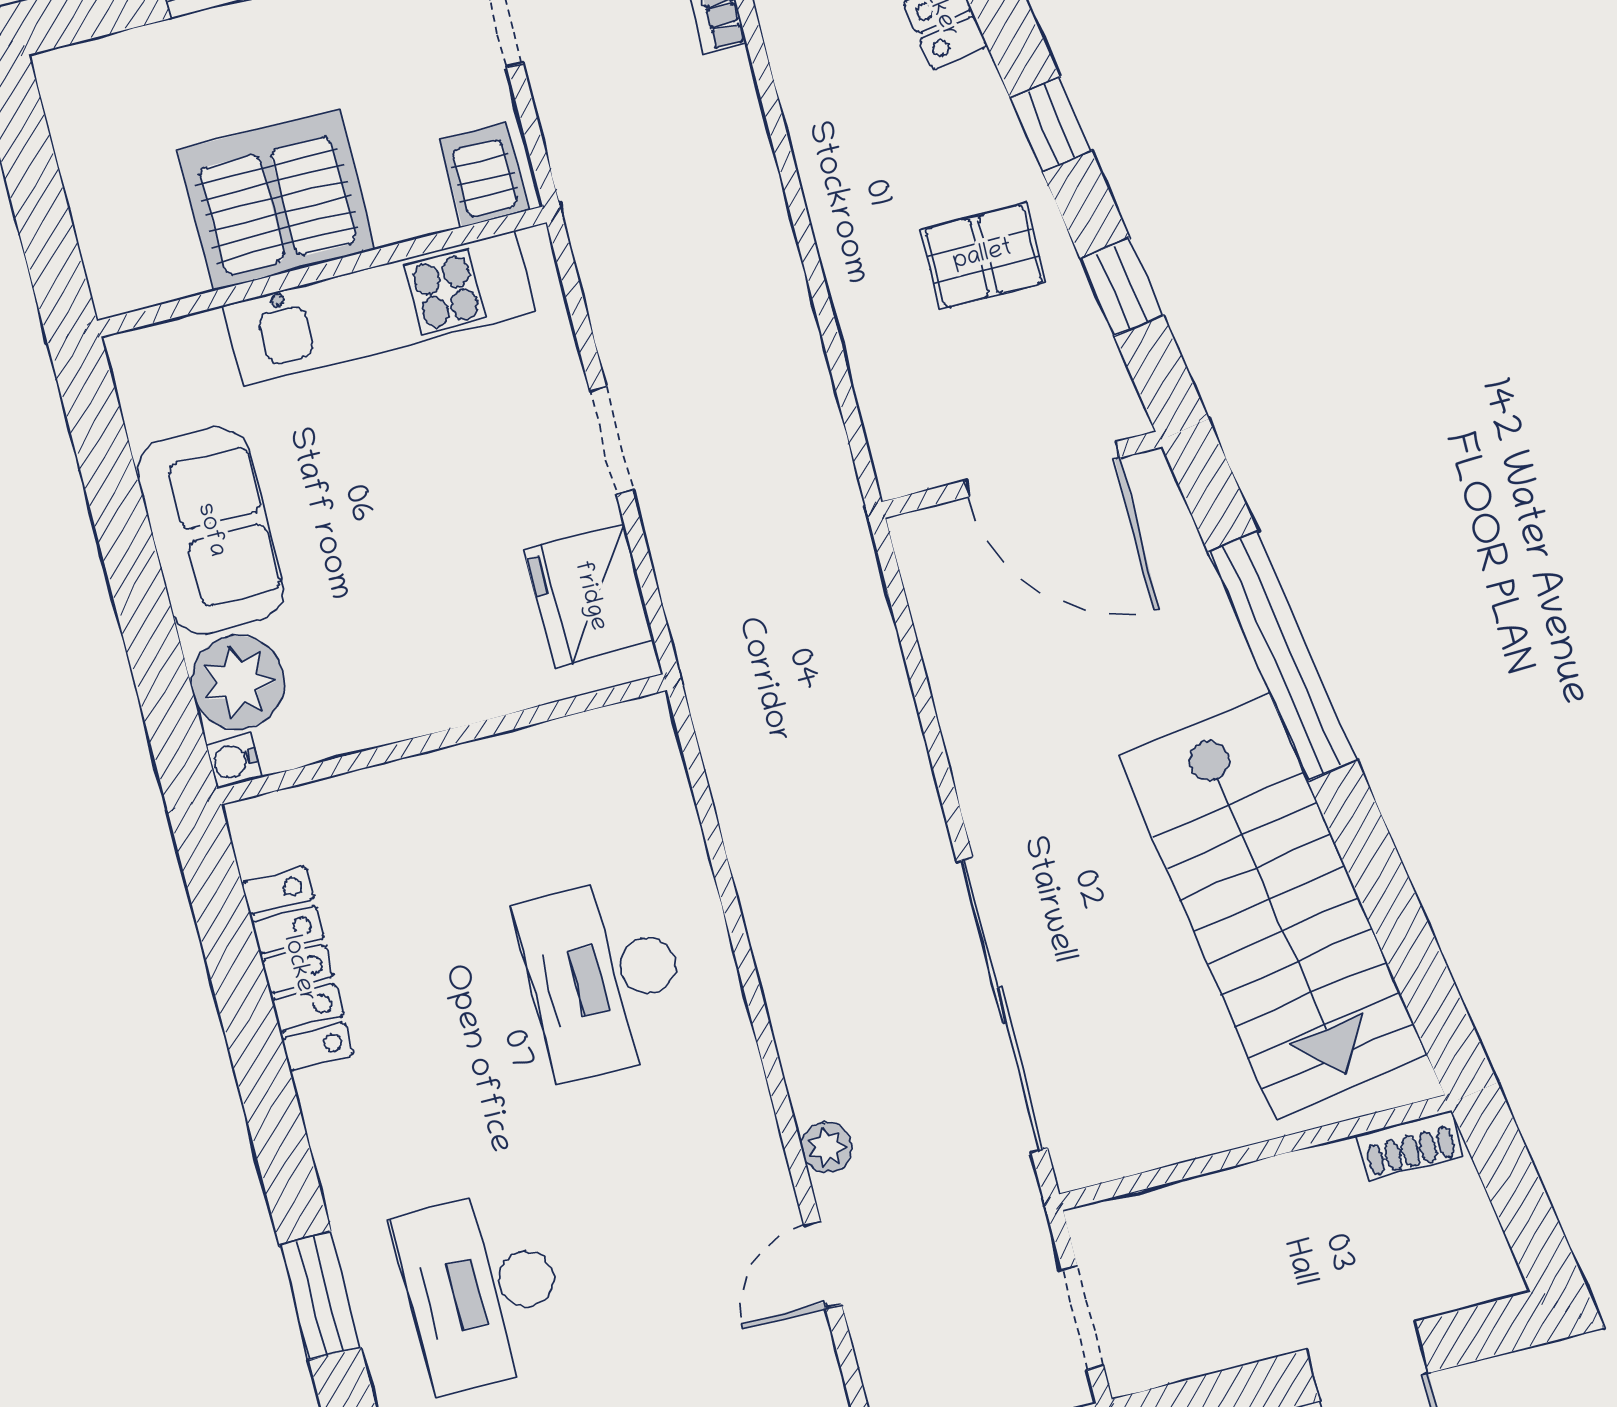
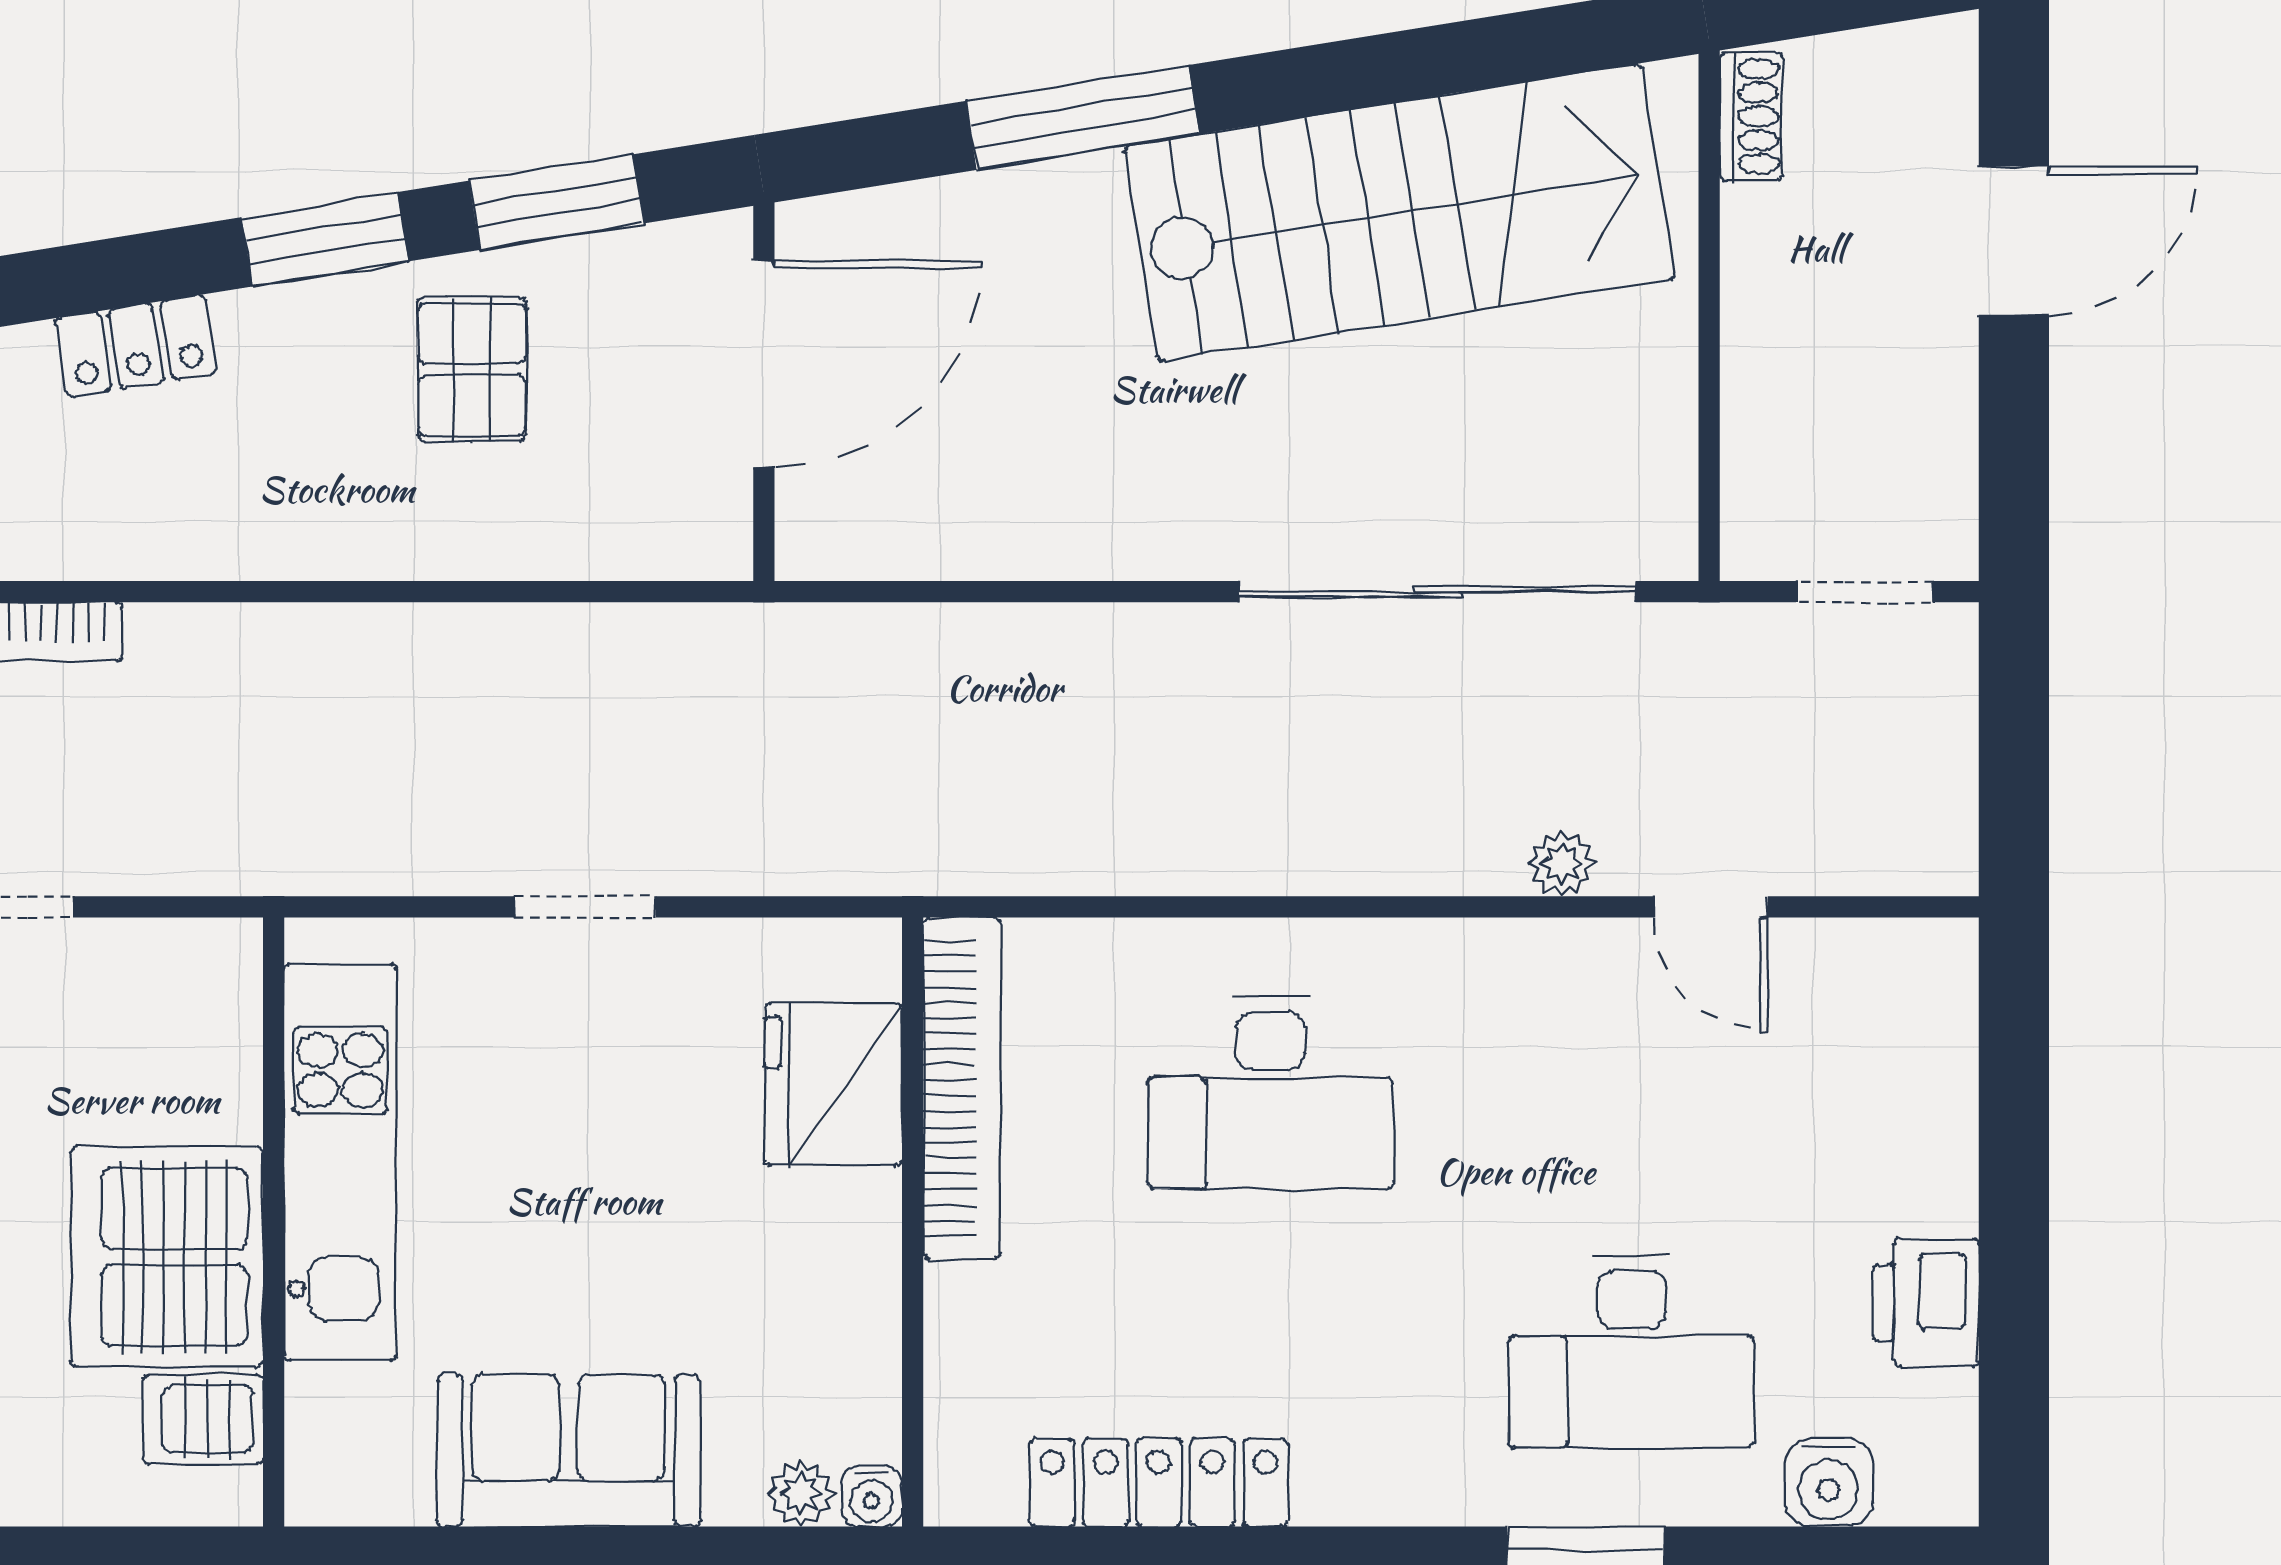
window: (1051, 124) -> (325, 239), width x1.50
server rack: (484, 175) -> (203, 1419), moved
window: (1122, 287) -> (557, 202), width x1.50
fridge: (589, 596) -> (833, 1085), moved, turned 90
window: (1283, 656) -> (1083, 117), width x0.68
plant: (238, 682) -> (801, 1494), width x0.53, depth x0.53
bookcase: (549, 750) -> (962, 1088), added

